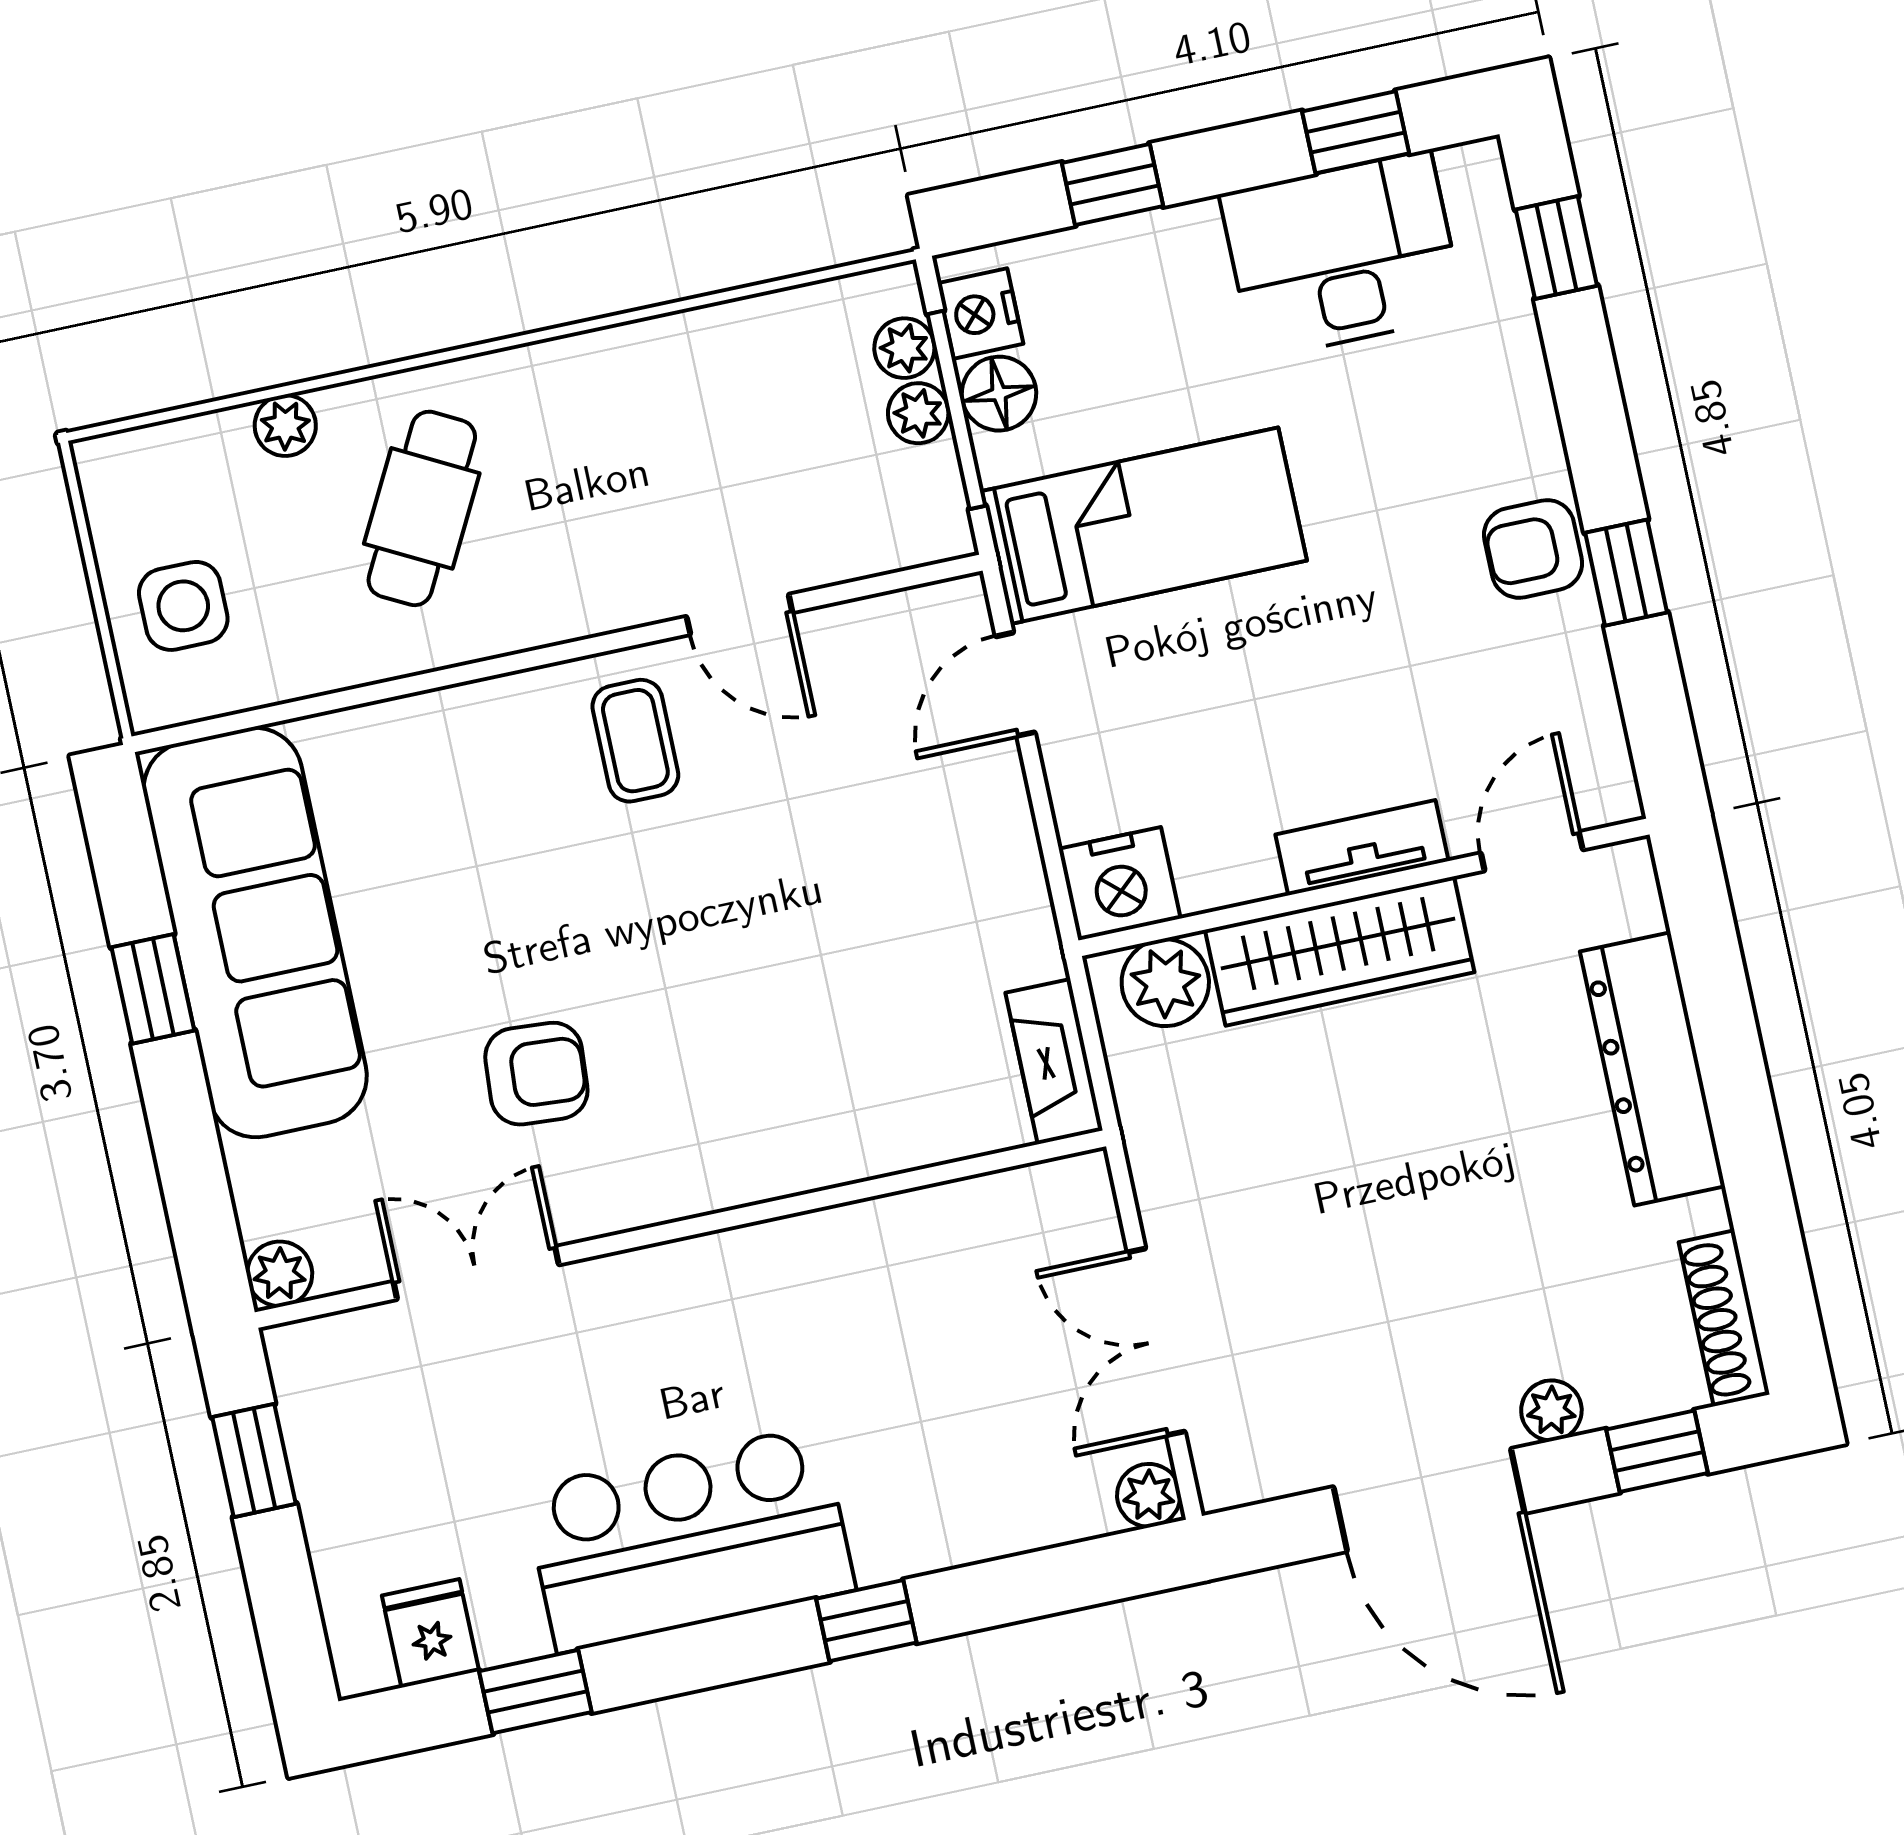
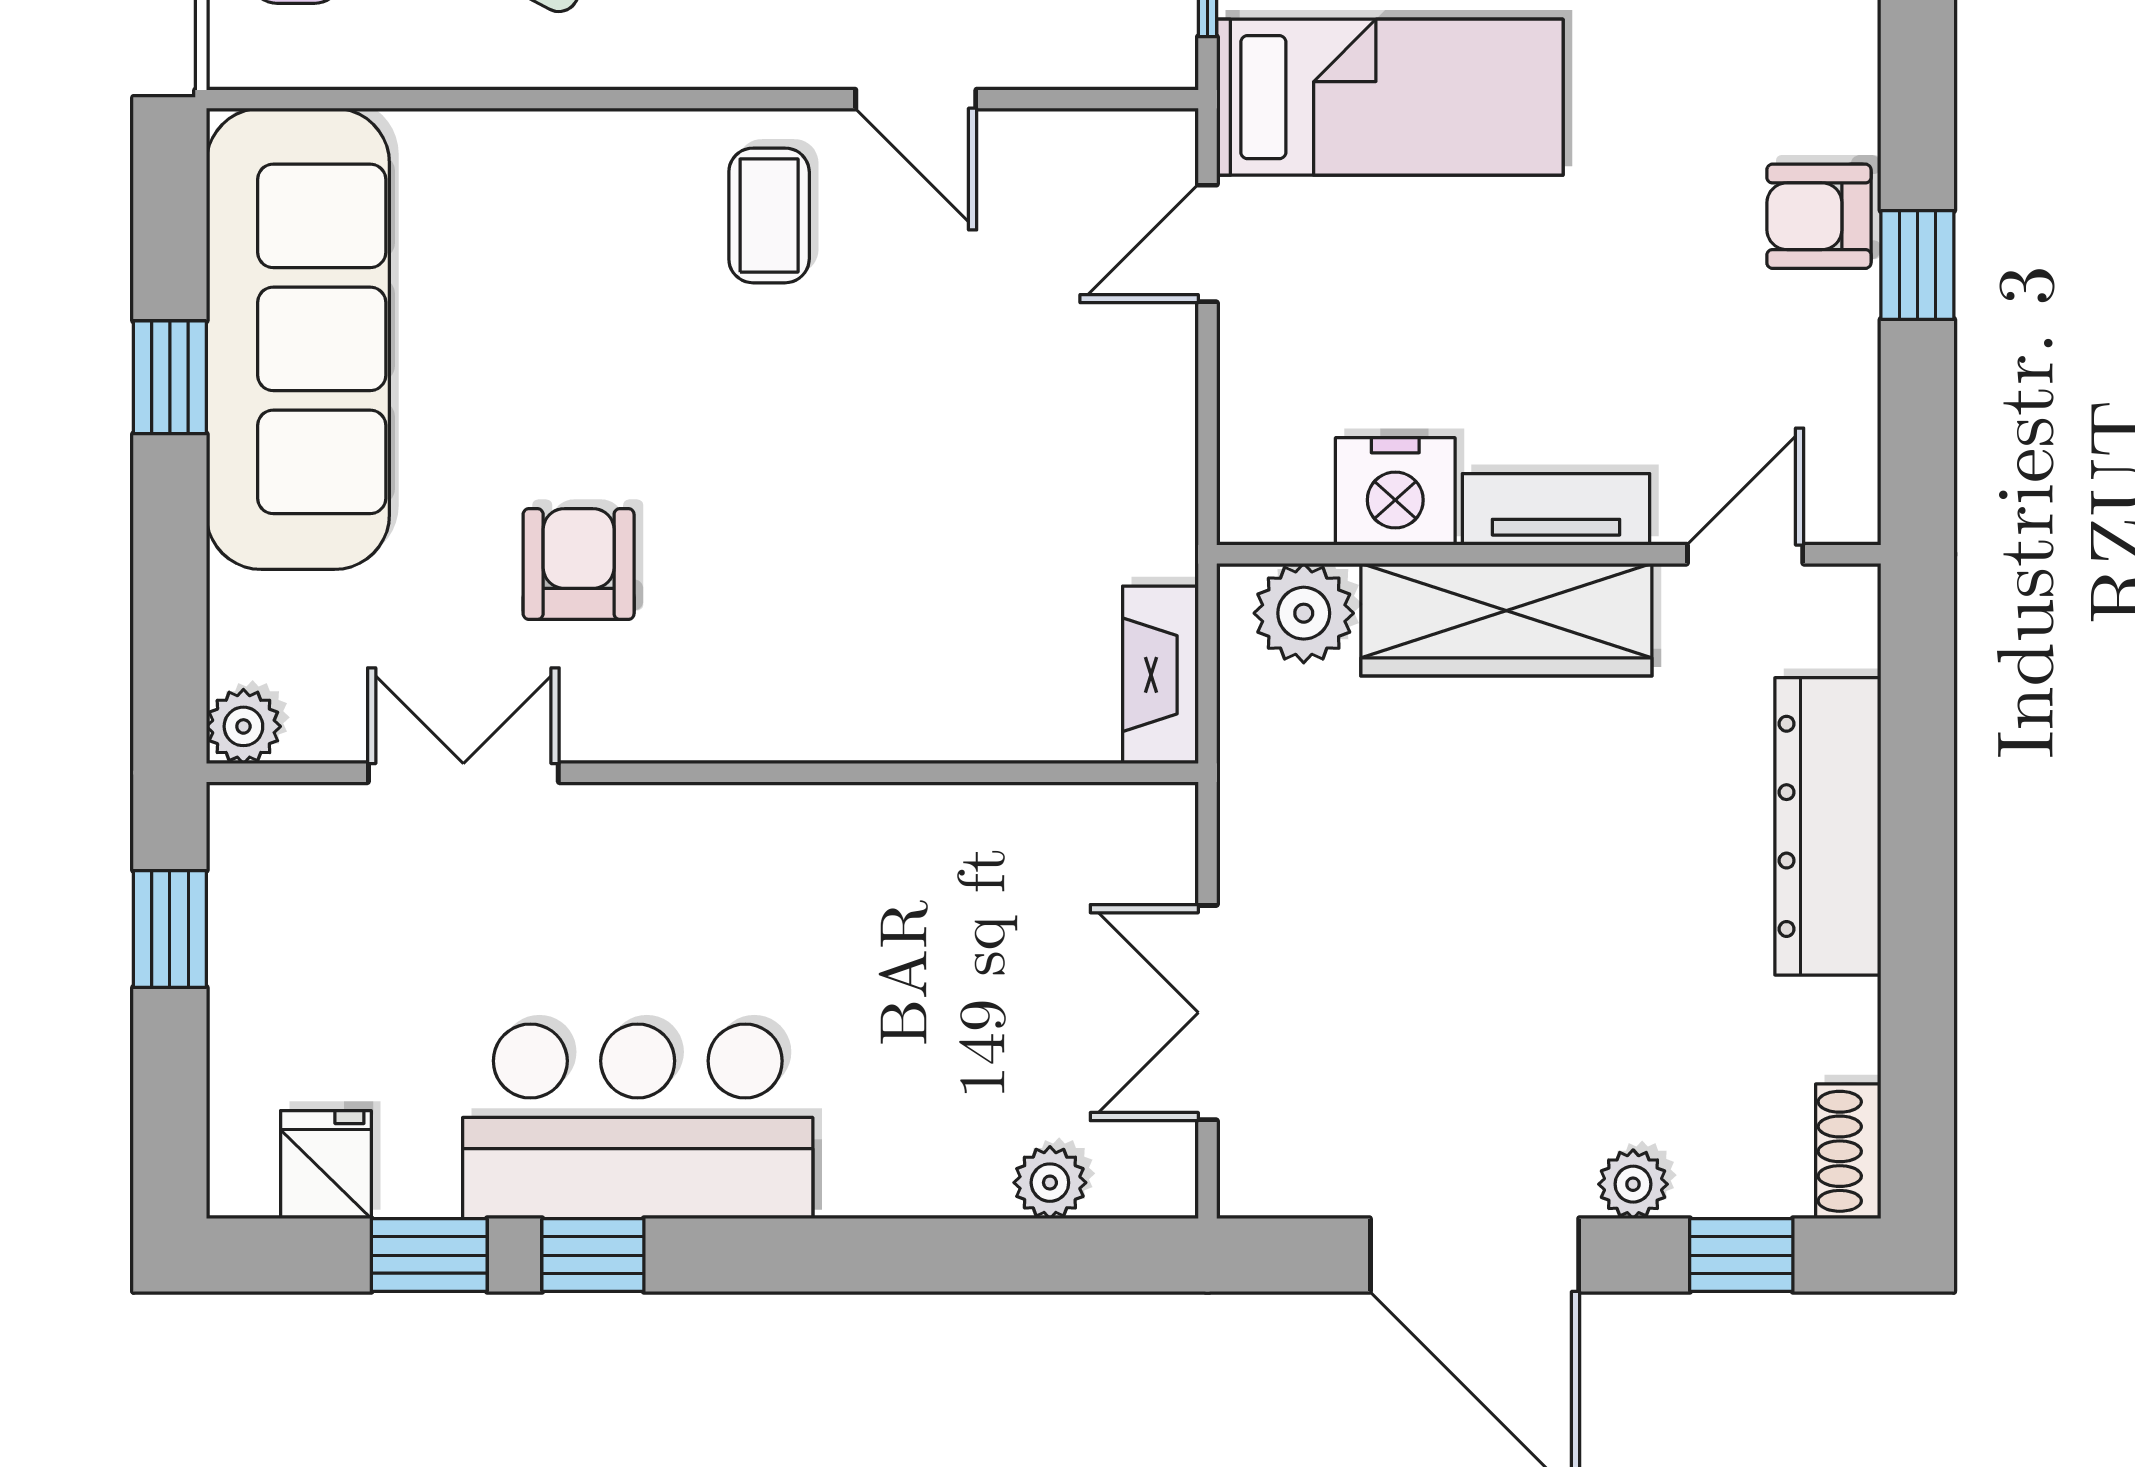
nightstand: (1120, 884) -> (1395, 491), moved
armchair: (536, 1074) -> (579, 564), turned -94
shoe rack: (1724, 1318) -> (1848, 1151), width x0.70
plant: (1149, 1495) -> (1050, 1183), moved
window: (866, 1621) -> (593, 1255), moved

